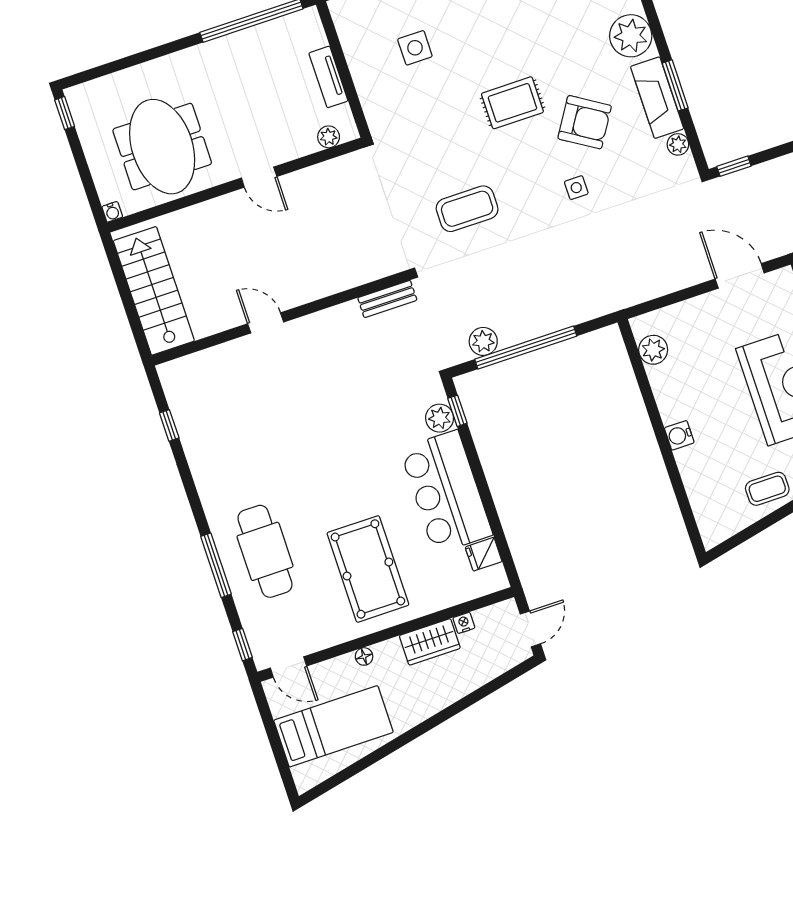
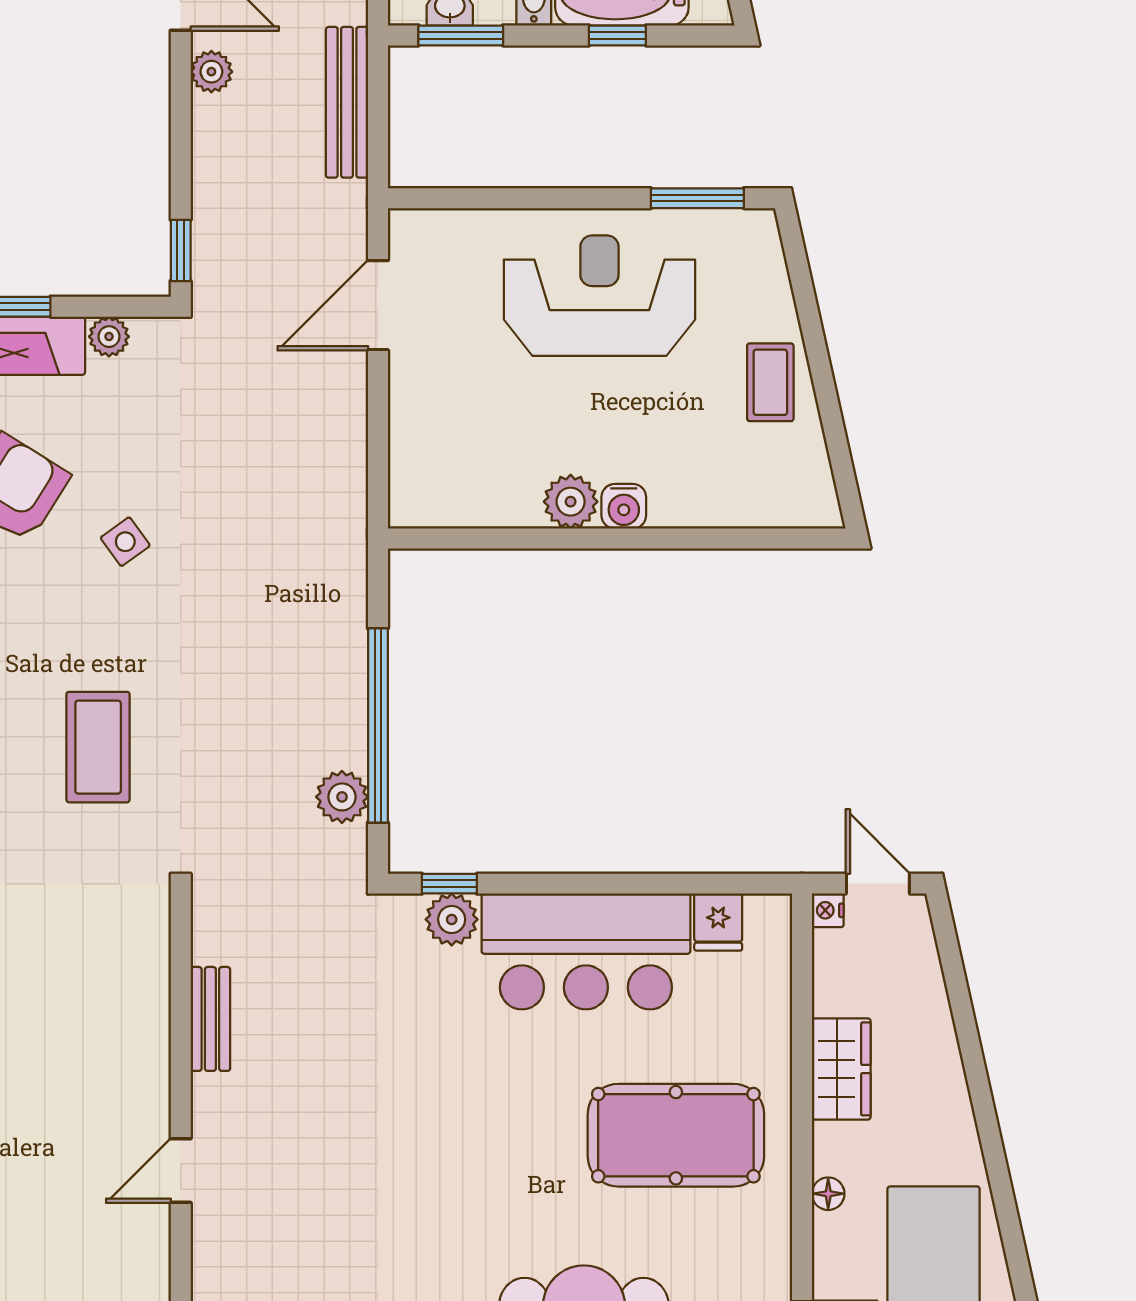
side table: (576, 188) -> (125, 542), turned -36
bench: (387, 299) -> (210, 1019), moved
plant: (653, 350) -> (571, 502), moved
nightstand: (464, 623) -> (828, 910), moved

